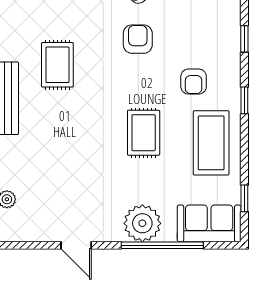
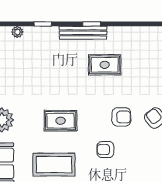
armchair: (194, 82) -> (105, 150), moved

